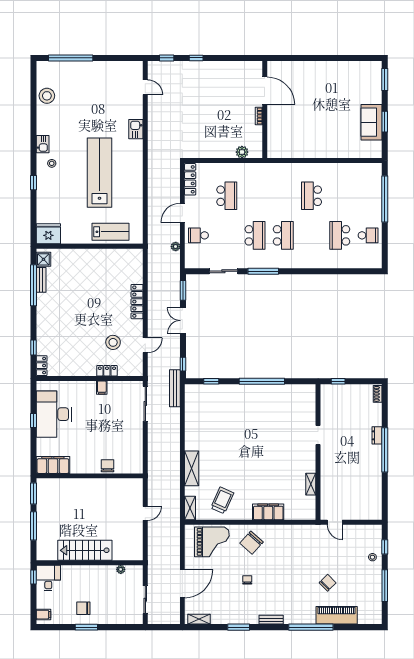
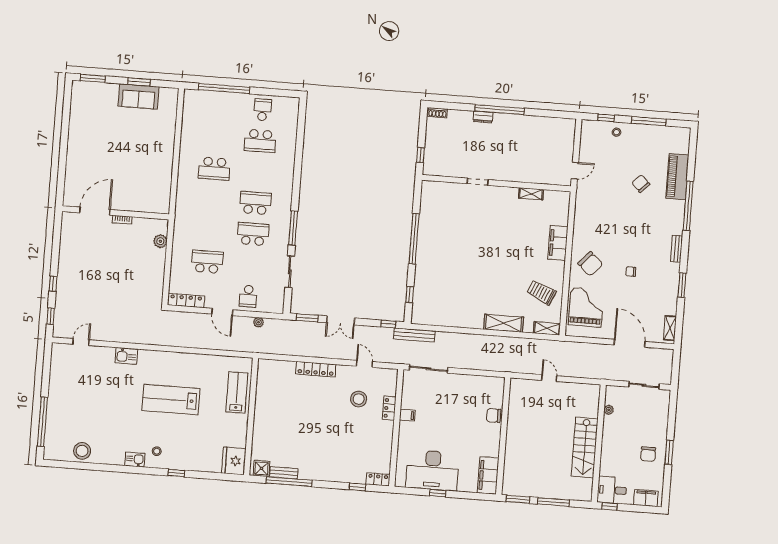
lab bench: (99, 173) -> (171, 400), width x0.73
filing cabinet: (43, 615) -> (646, 498), width x2.00

